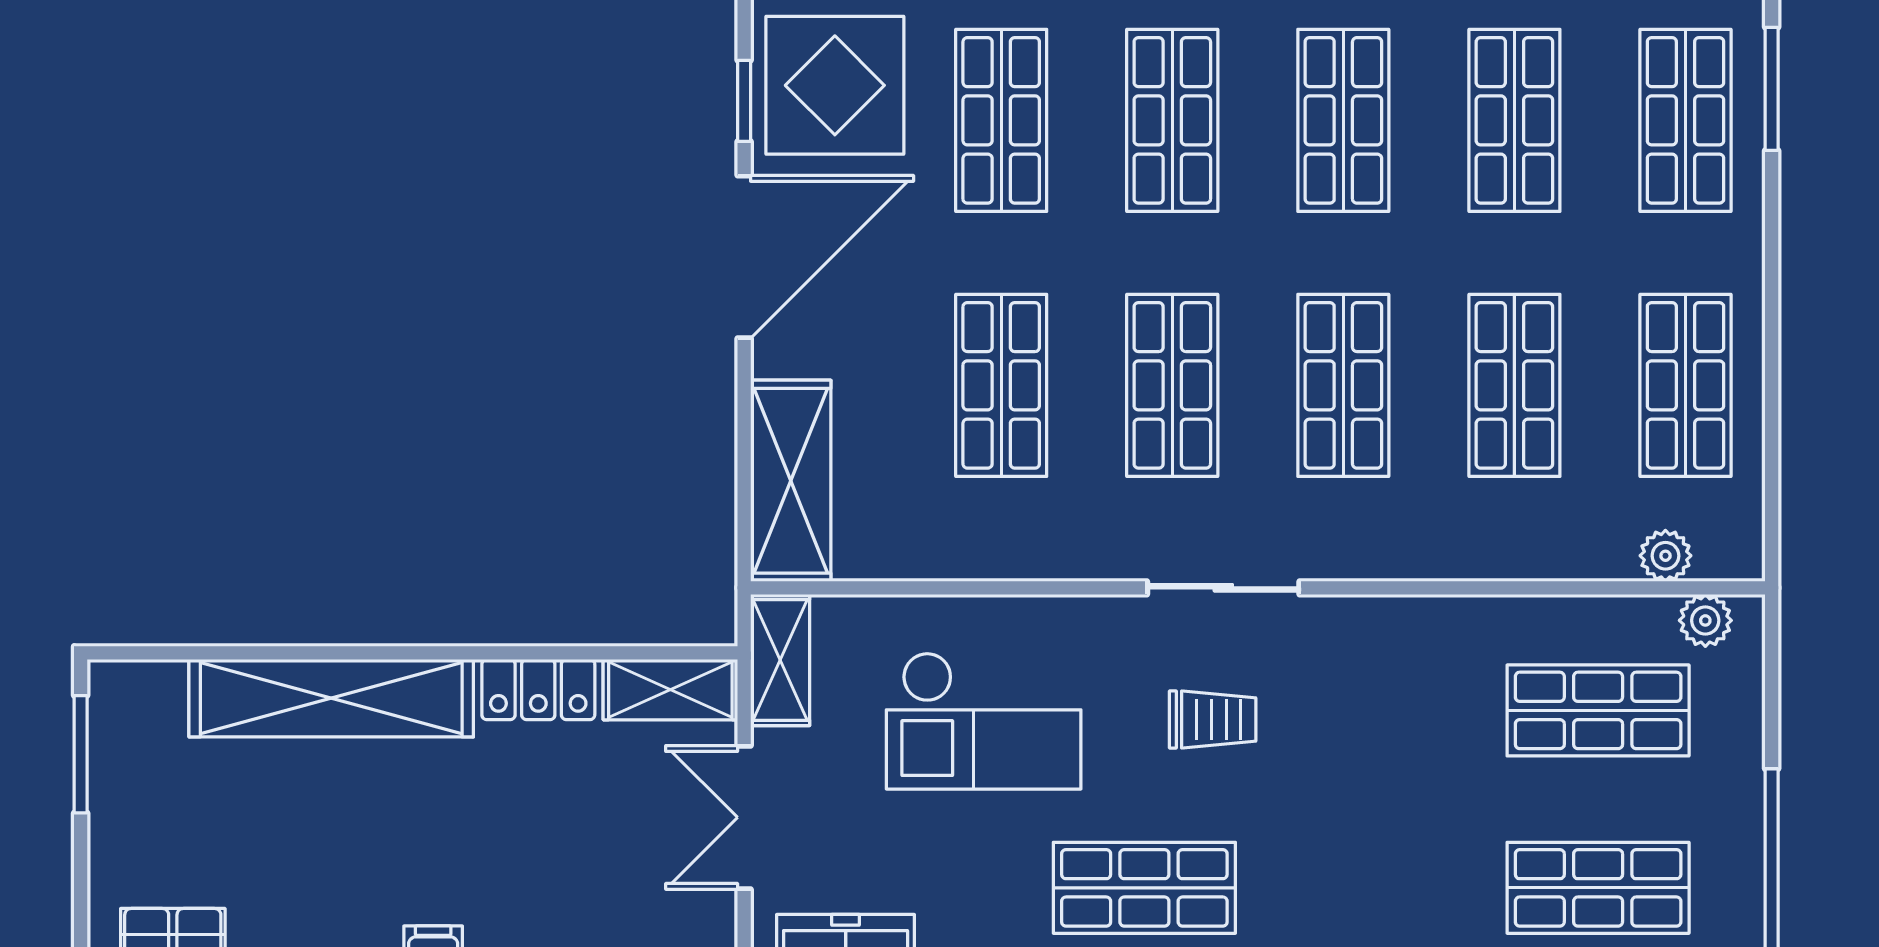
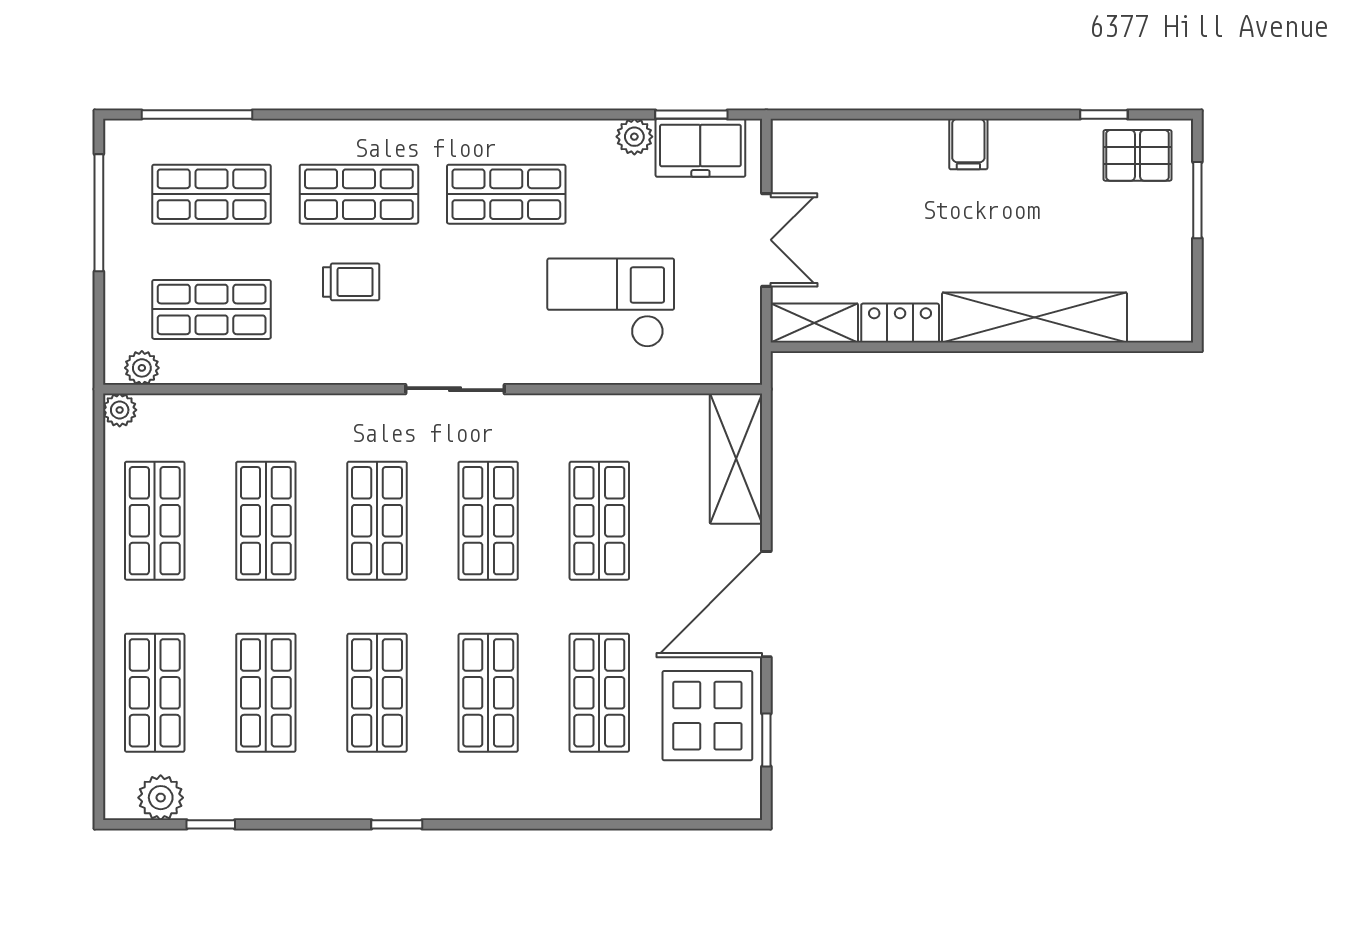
window: (1772, 89) -> (99, 713), removed
window: (744, 101) -> (766, 740), moved
plant: (1665, 556) -> (120, 410), moved
shelving: (780, 660) -> (743, 342), removed
trolley: (1213, 719) -> (351, 282), moved, turned 180
window: (81, 754) -> (1197, 200), moved
shop shelf: (1371, 888) -> (359, 194), added

